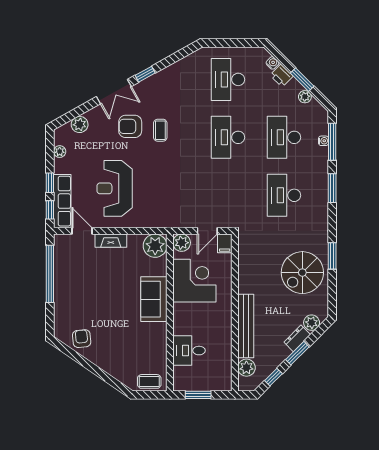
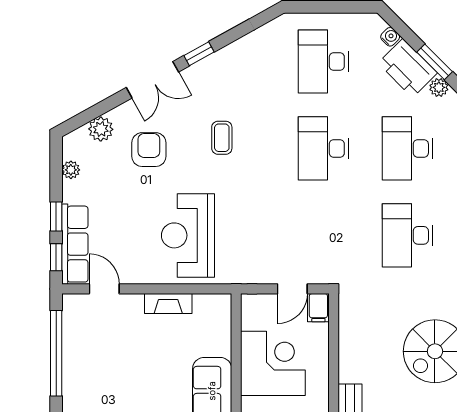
printer: (281, 76) -> (408, 68), width x1.87, depth x1.48
armchair: (130, 126) -> (149, 150), moved, turned 90
reception desk: (115, 188) -> (188, 235), moved
fireplace: (111, 241) -> (168, 304), moved
plant: (182, 243) -> (254, 307), removed
plant: (155, 246) -> (214, 311), removed

